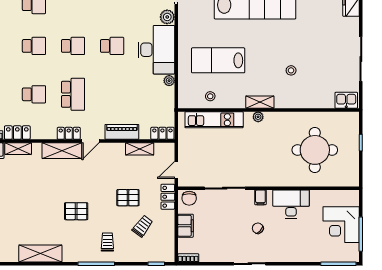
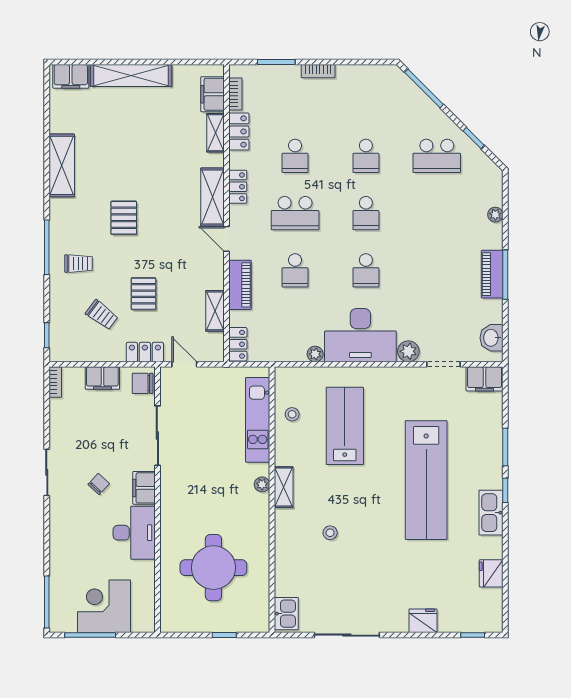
school desk: (112, 94) -> (295, 270), added
locker: (69, 133) -> (238, 187), moved
filing cabinet: (260, 197) -> (144, 488), width x2.00

